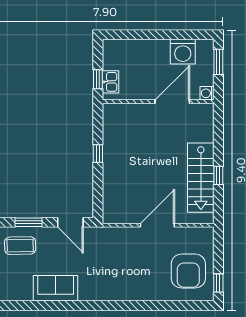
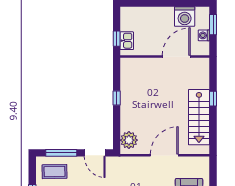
washing machine: (207, 93) -> (204, 35), moved
window: (218, 175) -> (213, 99), moved
plant: (113, 206) -> (129, 140), added
window: (29, 222) -> (61, 153), width x1.44

